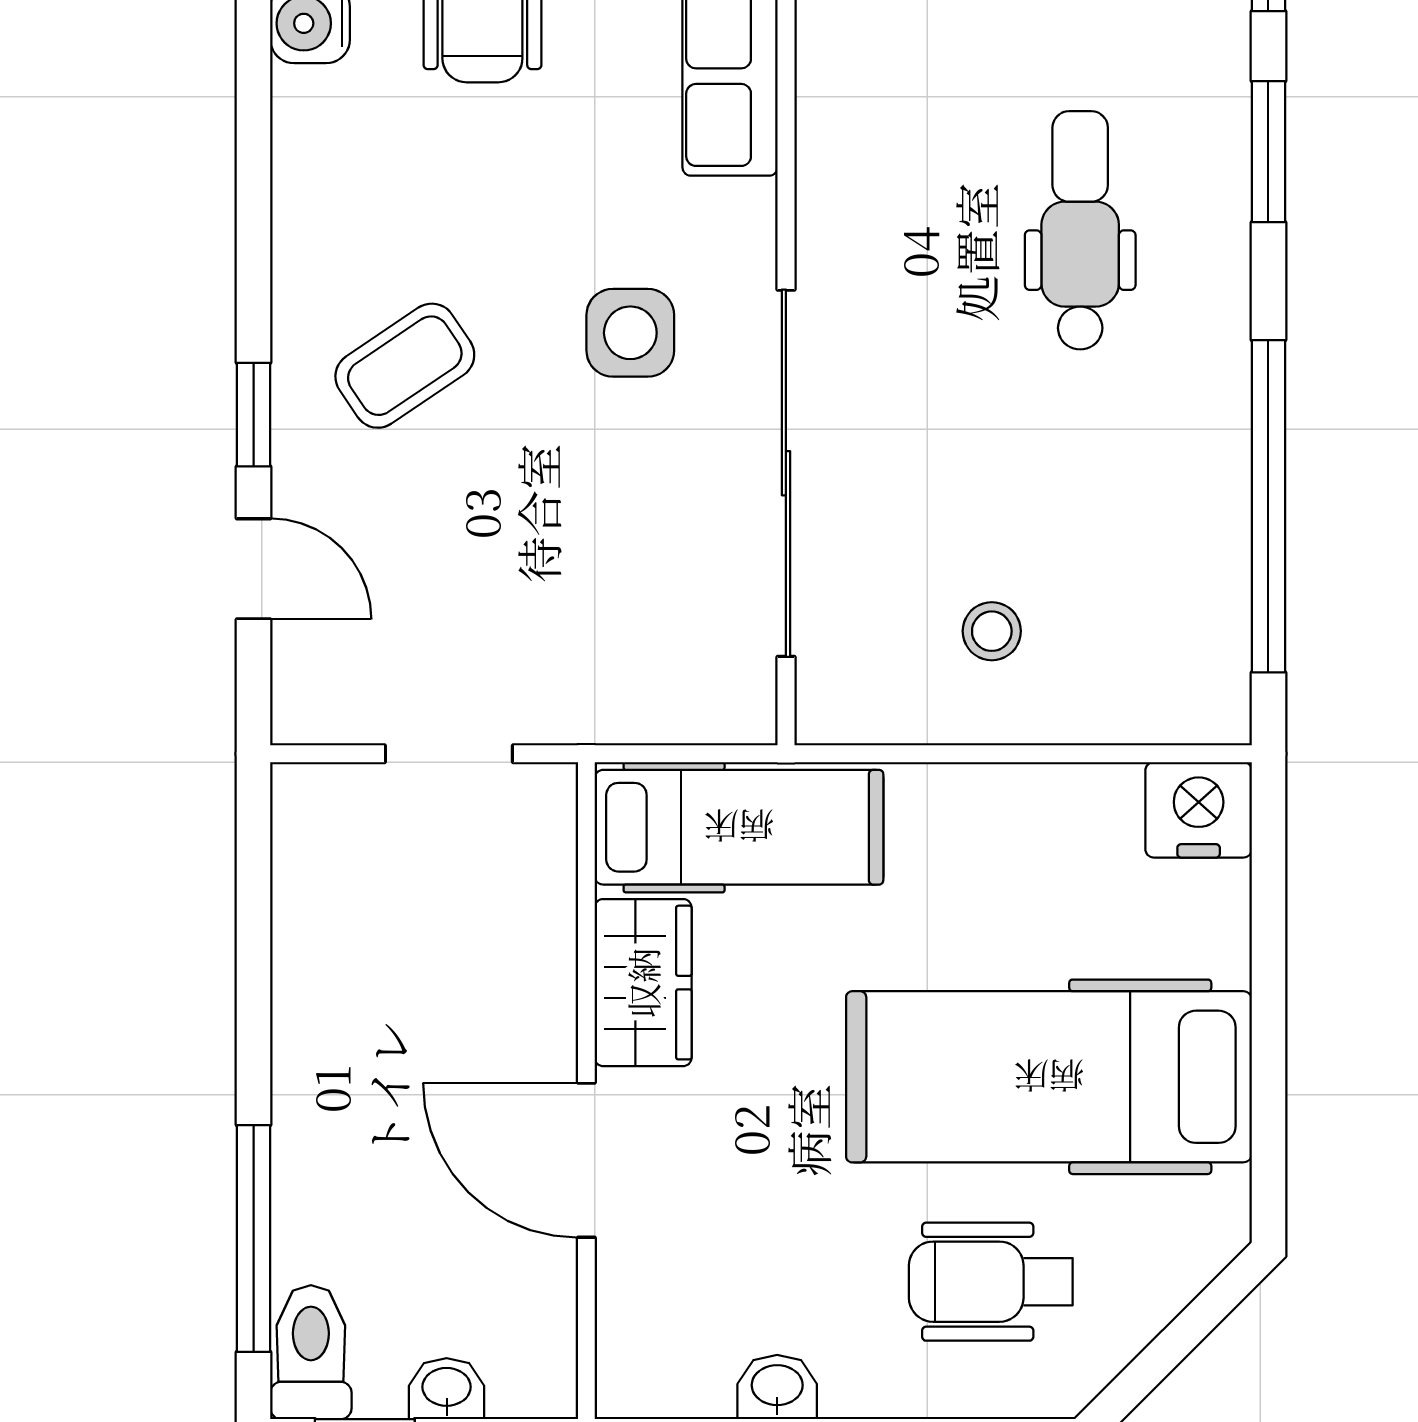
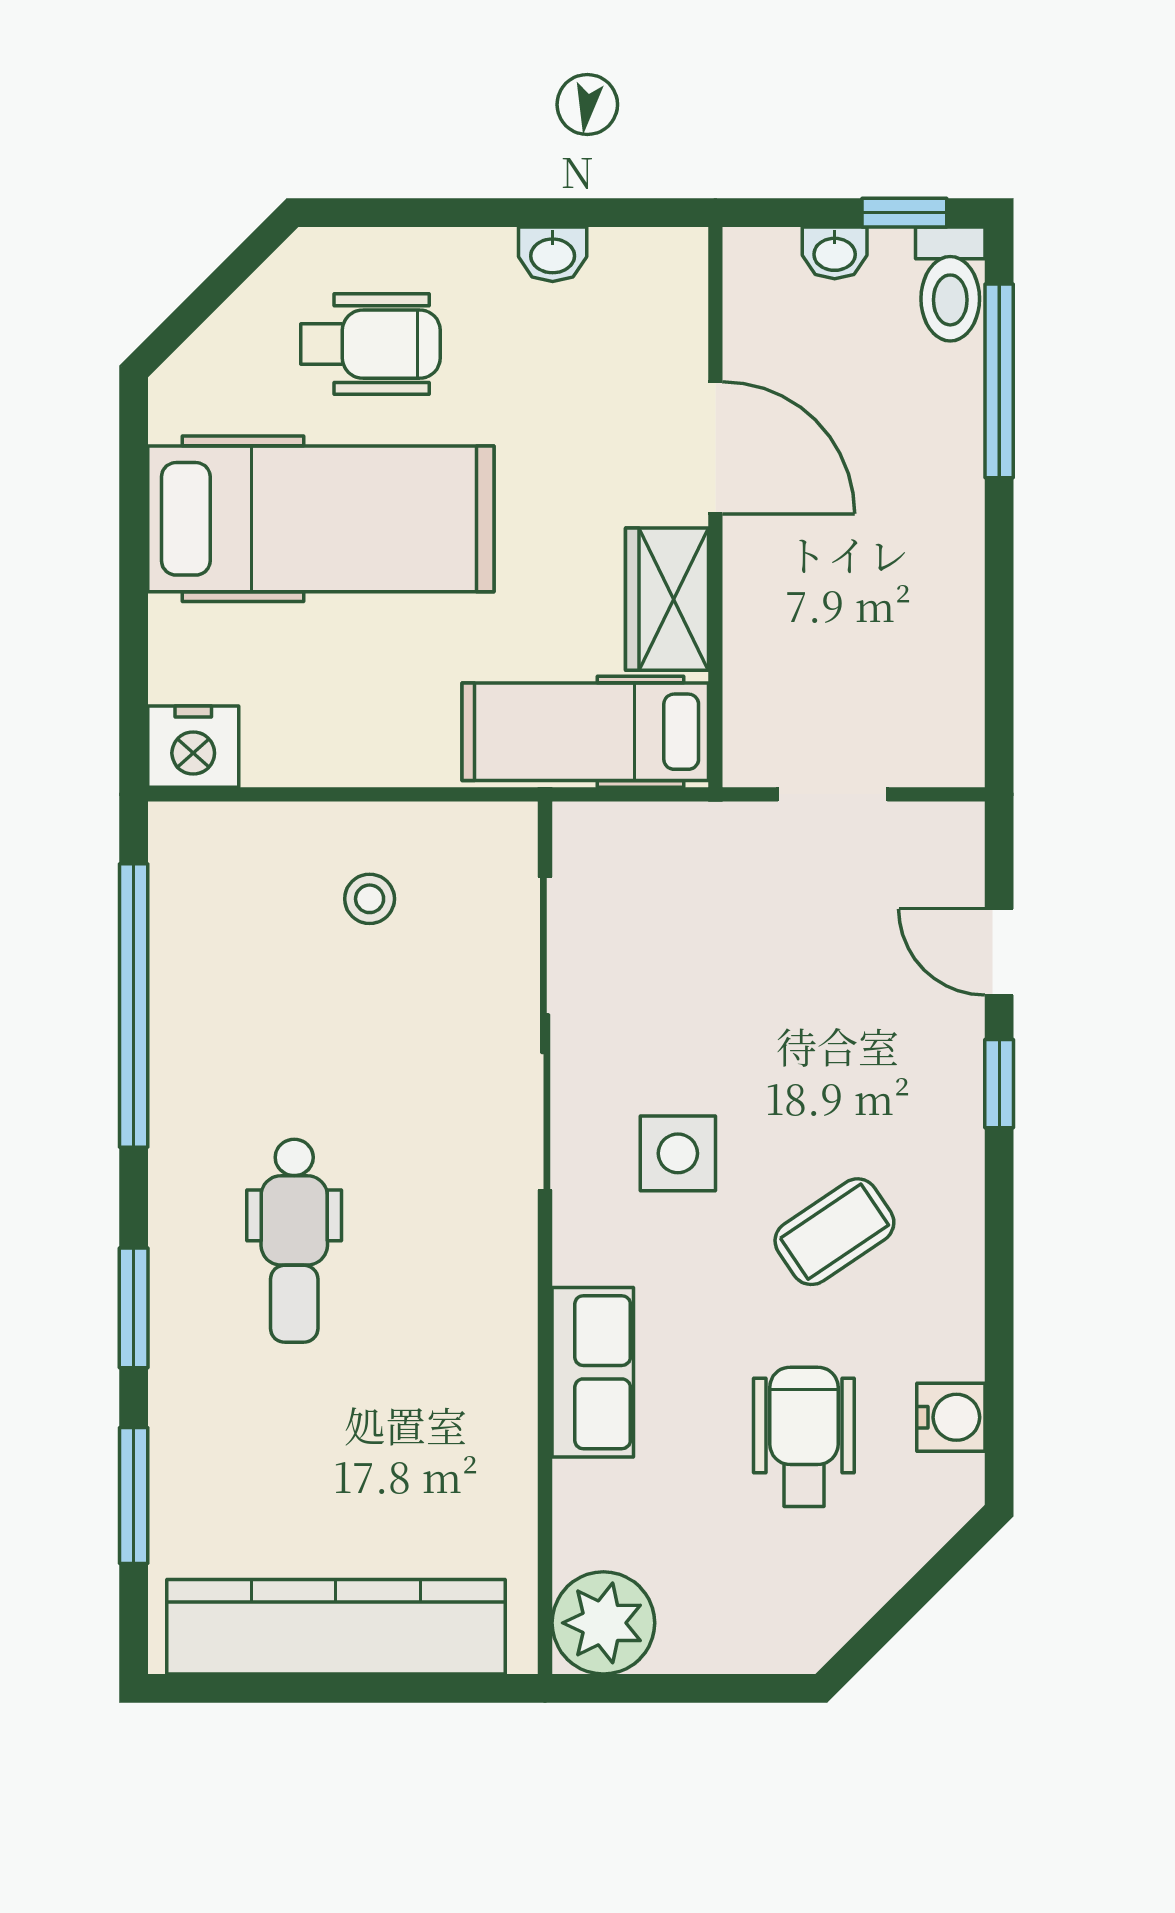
coffee table: (405, 366) -> (834, 1232), moved

